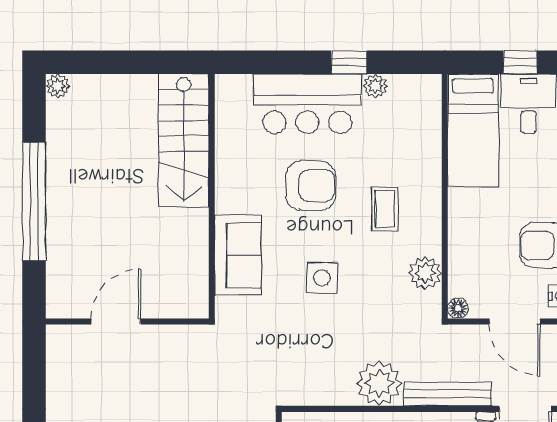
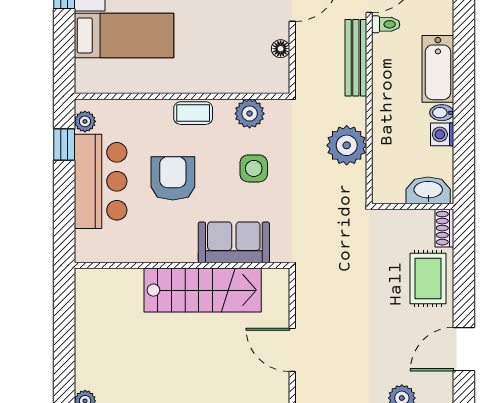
stairs: (184, 140) -> (203, 290), moved
wall: (445, 196) -> (182, 96), moved
plant: (425, 273) -> (250, 114), moved
plant: (379, 383) -> (347, 145), moved

